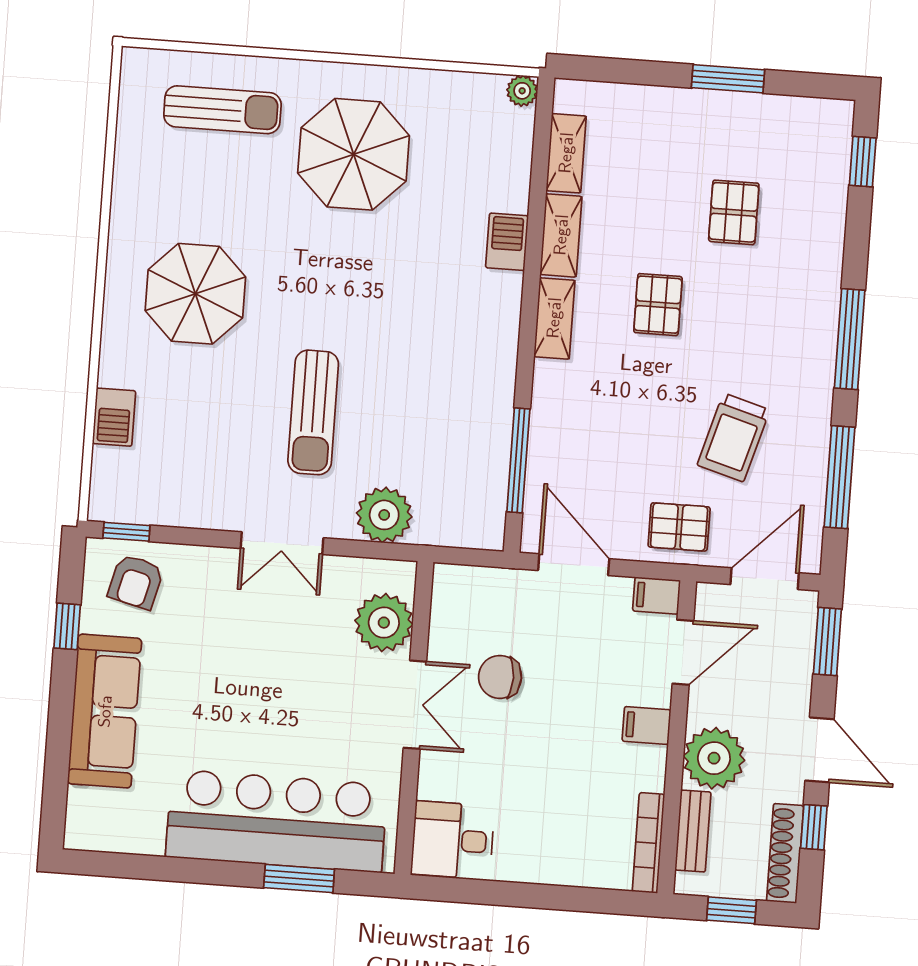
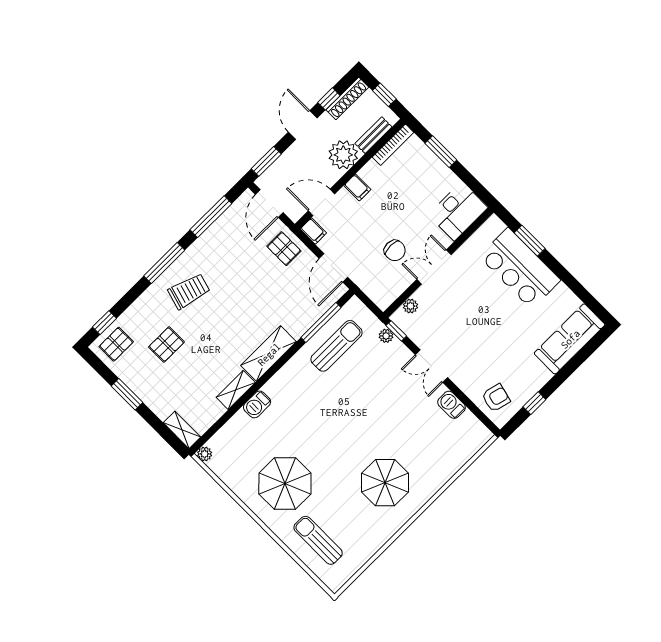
shelving: (566, 153) -> (182, 430), moved, turned 90
pallet: (658, 305) -> (116, 344), moved
shelving: (554, 318) -> (269, 354), width x1.50, depth x1.33
sun lounger: (313, 412) -> (336, 346), moved
barbecue: (114, 417) -> (451, 405), moved, turned -90
trolley: (733, 437) -> (189, 291), moved
plant: (384, 515) -> (386, 336), width x0.53, depth x0.53
window: (126, 532) -> (396, 331), moved
double door: (282, 543) -> (431, 366), swing flipped
door: (765, 579) -> (269, 203), hinge flipped
plant: (384, 623) -> (410, 306), width x0.53, depth x0.53
sofa: (105, 711) -> (570, 339), moved
bar counter: (276, 821) -> (520, 268), width x0.73
desk: (453, 840) -> (458, 211), width x1.37
window: (563, 898) -> (441, 152), added

